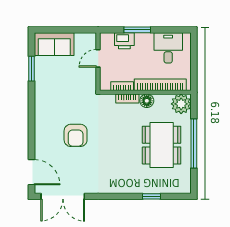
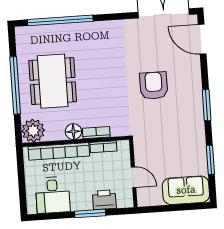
door: (98, 58) -> (134, 177), hinge flipped
window: (32, 116) -> (207, 105), added
window: (152, 196) -> (60, 20), width x3.17

